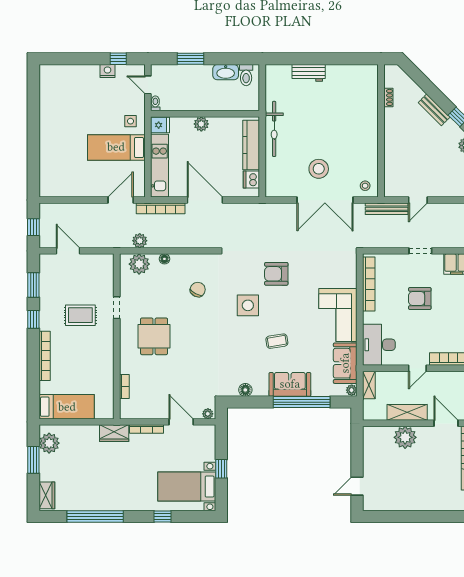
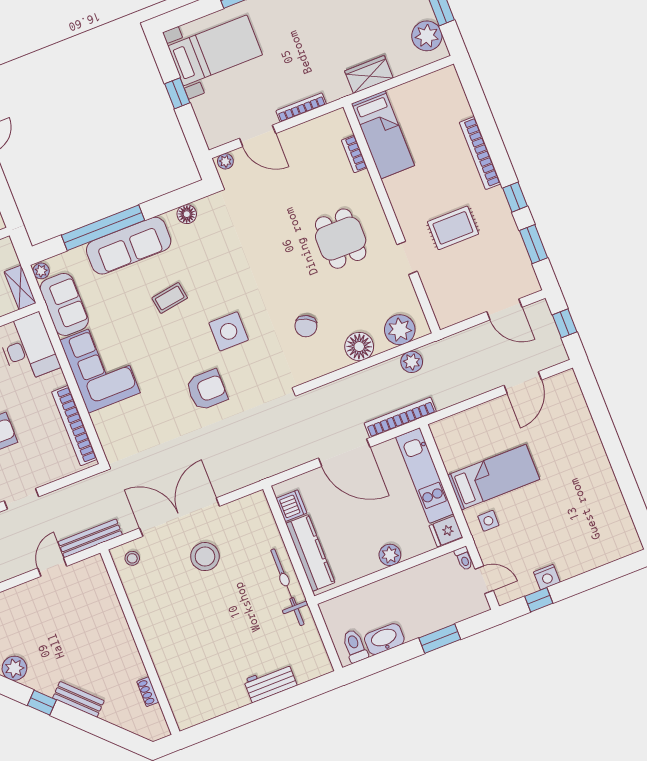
door: (121, 200) -> (523, 383), moved
floor lamp: (164, 259) -> (359, 347), width x1.89, depth x1.89
sofa: (290, 384) -> (129, 246), width x1.36
bed: (67, 407) -> (383, 135), moved, turned -90
wardrobe: (114, 433) -> (369, 74), moved

